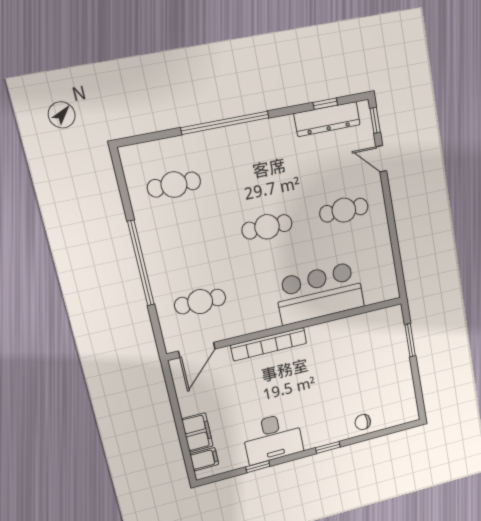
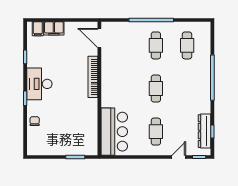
bar counter: (320, 293) -> (114, 132), moved
cafe table: (200, 302) -> (156, 45), moved
desk: (273, 438) -> (39, 84), moved

